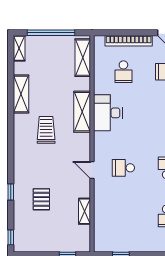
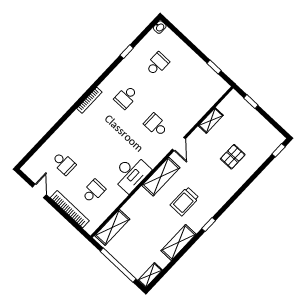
shelving: (82, 112) -> (161, 177), moved
school desk: (123, 168) -> (156, 125), turned 180
window: (11, 192) -> (209, 225), moved

